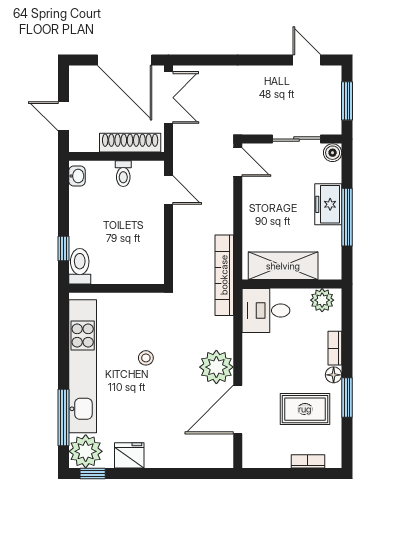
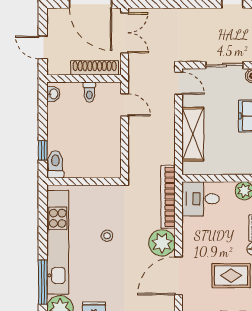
shelving: (283, 266) -> (193, 134), moved, turned 90
bookcase: (224, 275) -> (168, 197), moved

